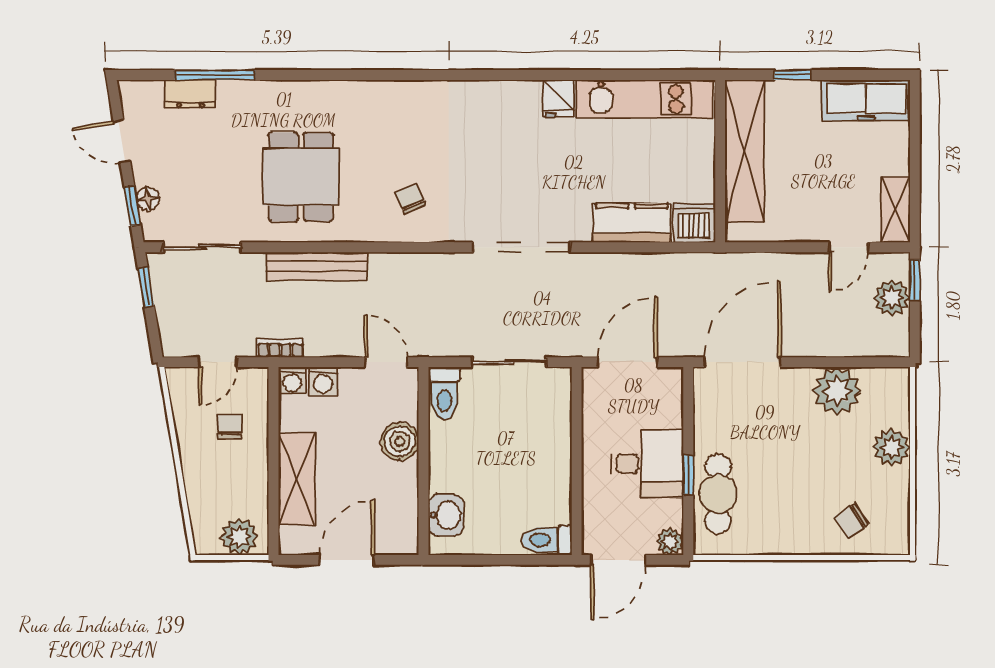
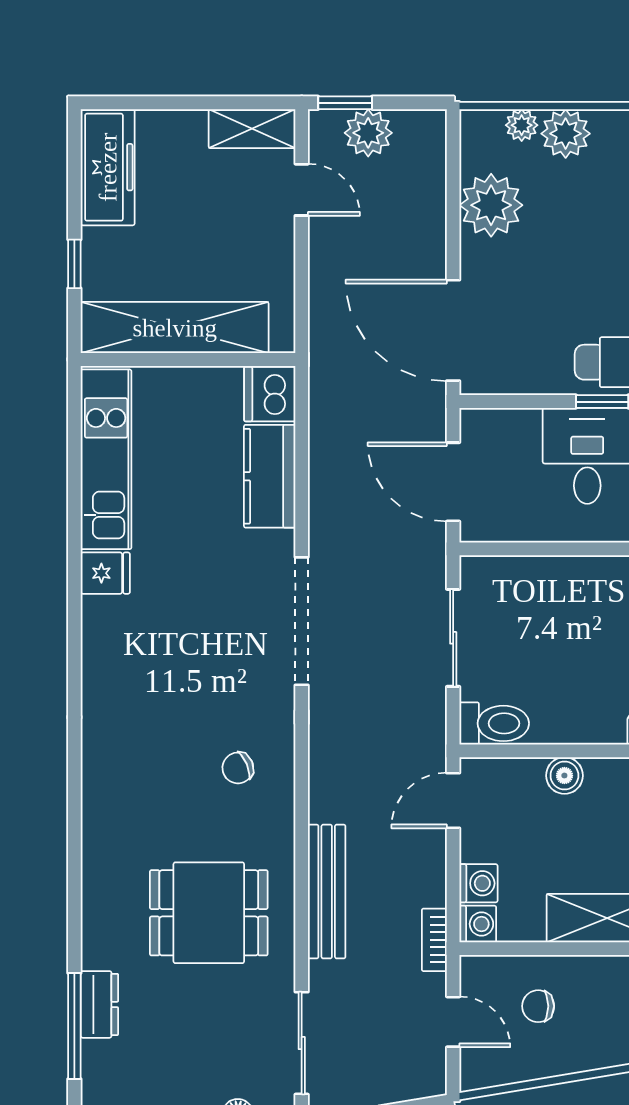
dresser: (190, 94) -> (99, 1004), moved
plant: (898, 414) -> (522, 125), added
boiler: (400, 441) -> (564, 776), width x0.73, depth x0.73

